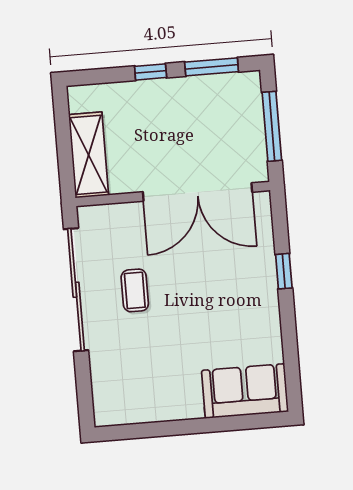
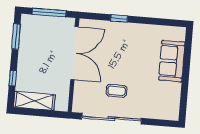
window: (151, 72) -> (13, 78), moved
shelving: (89, 155) -> (34, 101), moved
sofa: (245, 391) -> (172, 61), moved

